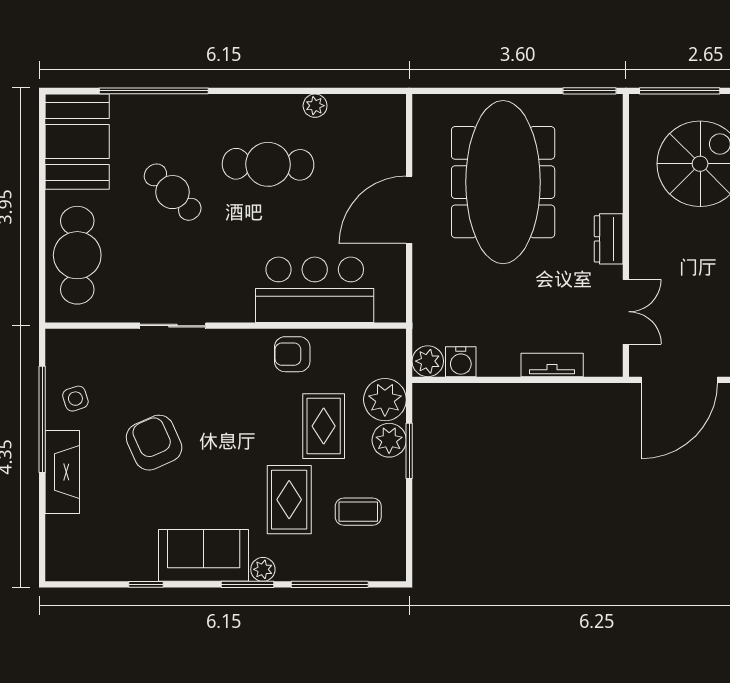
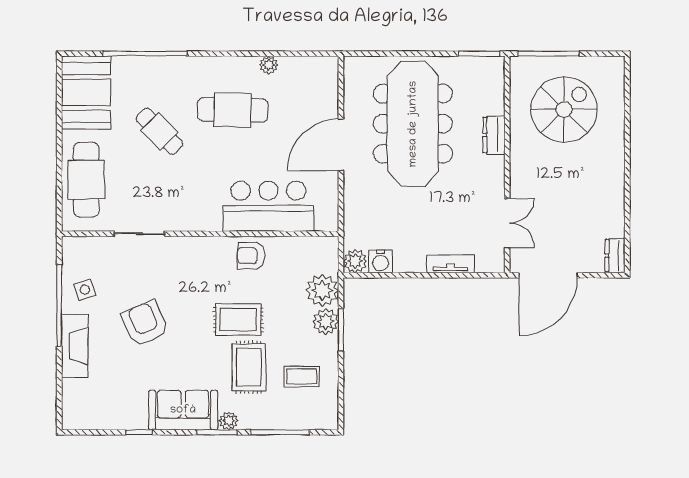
dresser: (609, 239) -> (494, 135), moved
sliding door: (173, 326) -> (139, 234), moved
rug: (324, 426) -> (238, 320), moved, turned 90

